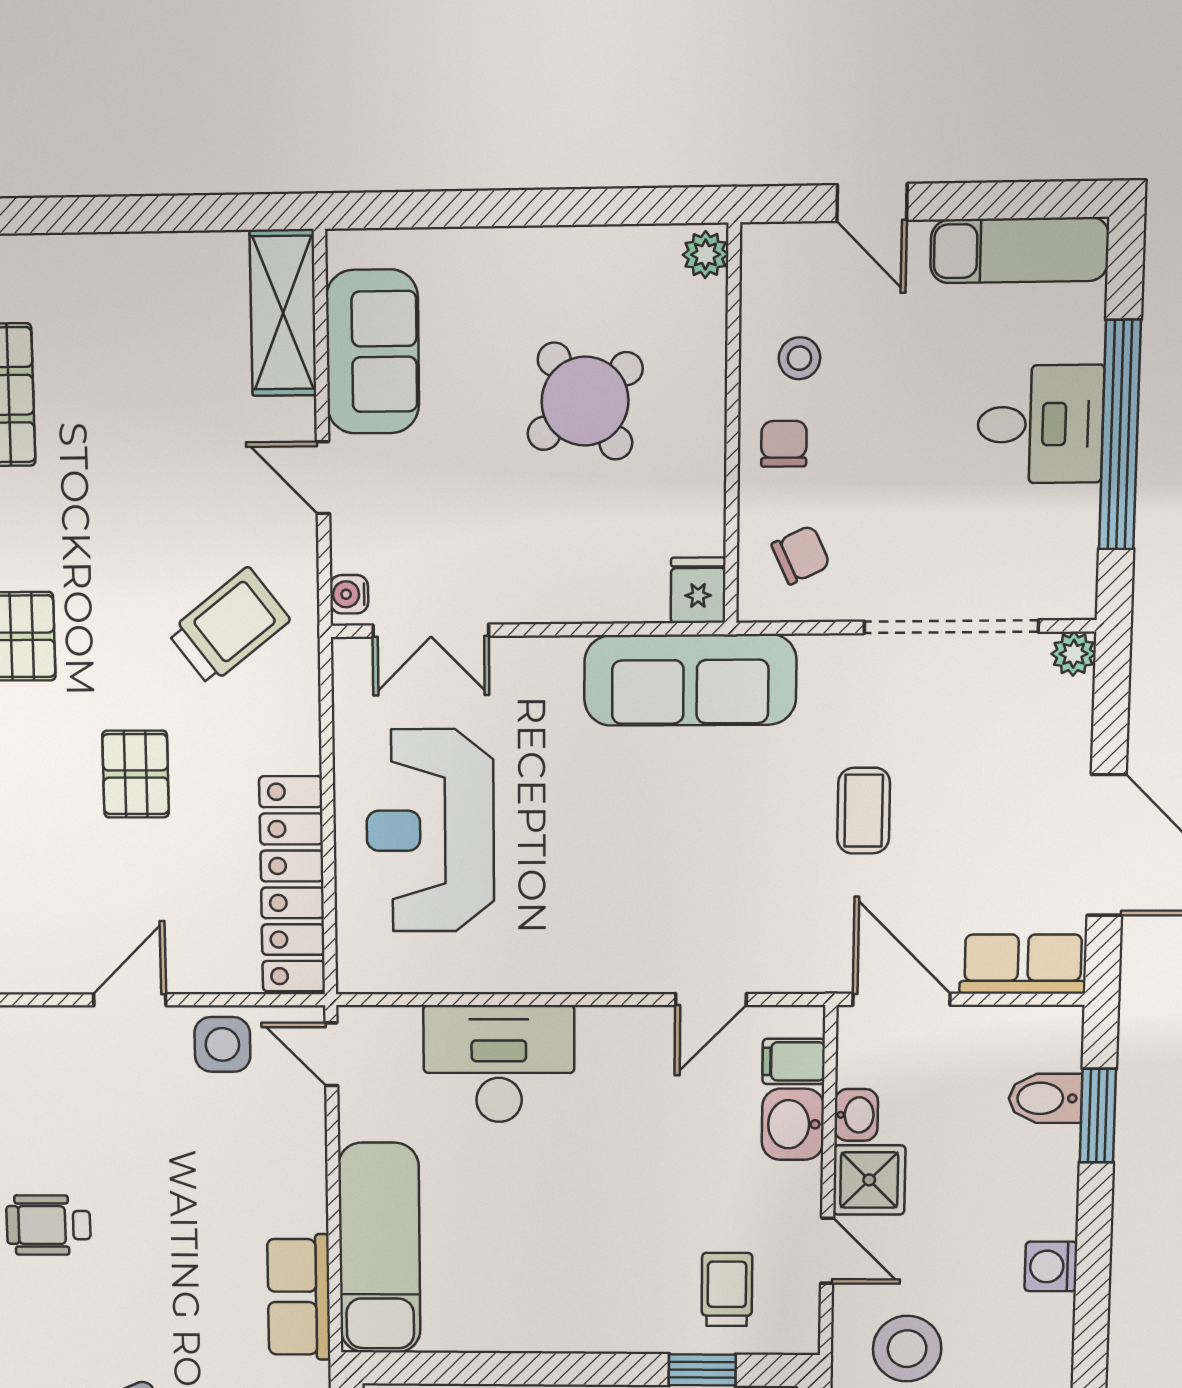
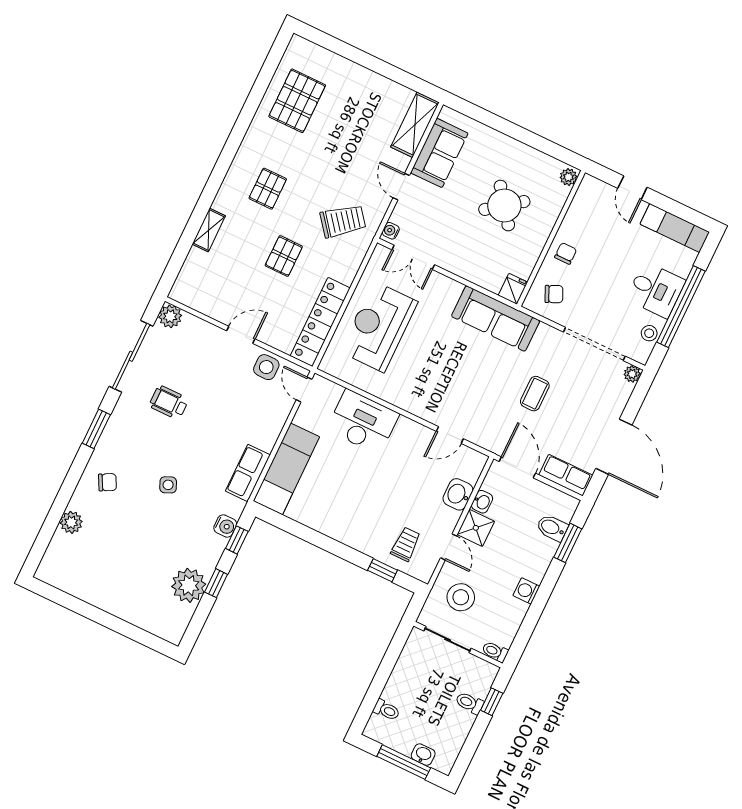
stool: (799, 358) -> (649, 333), moved
filing cabinet: (794, 1061) -> (469, 472), removed

